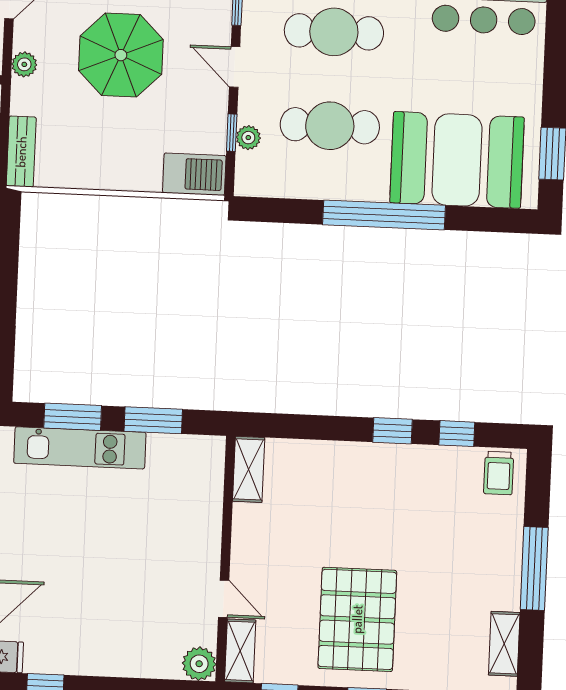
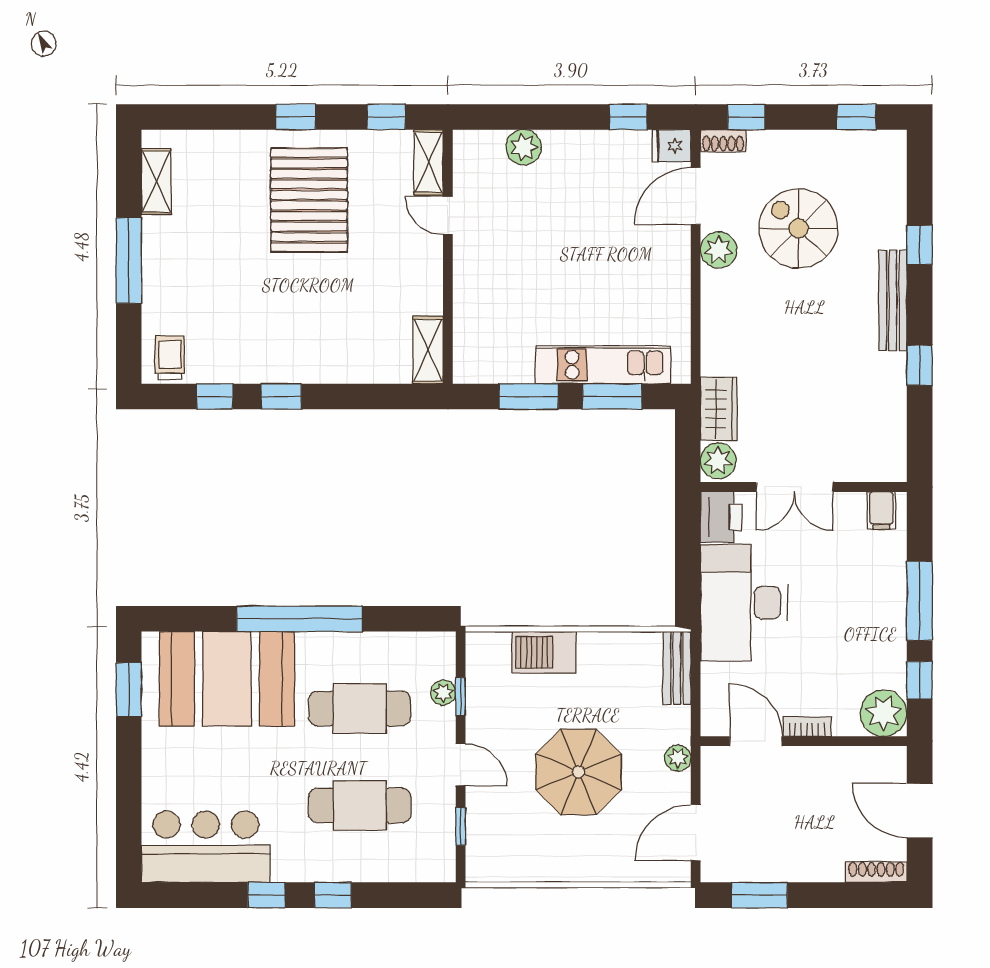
barbecue: (194, 174) -> (544, 652), moved
plant: (199, 664) -> (524, 147), moved

